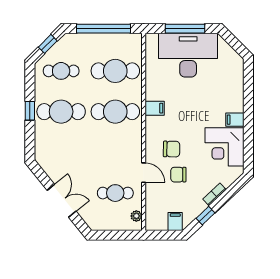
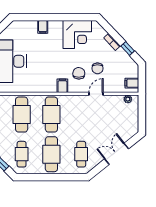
filing cabinet: (155, 108) -> (62, 86), moved
window: (30, 111) -> (51, 177), removed
filing cabinet: (235, 120) -> (43, 27), moved
cafe table: (115, 193) -> (81, 154), moved
filing cabinet: (175, 221) -> (132, 83), moved

